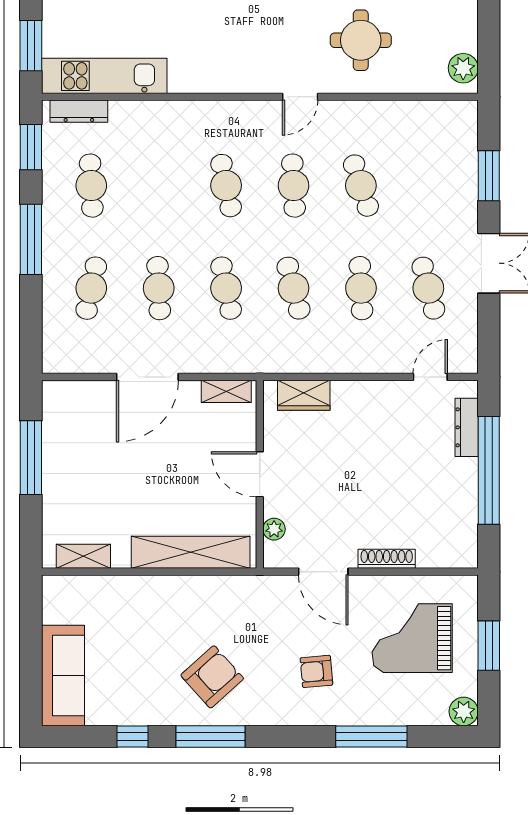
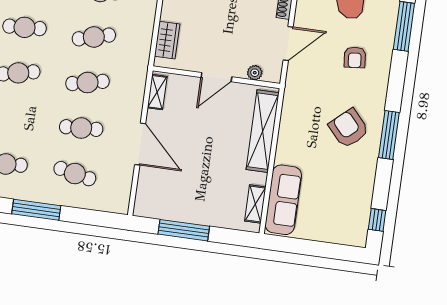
sofa: (63, 676) -> (283, 200), moved, turned 90
window: (132, 737) -> (377, 220), moved

